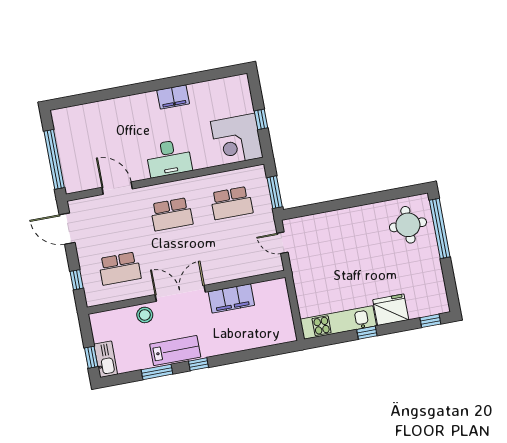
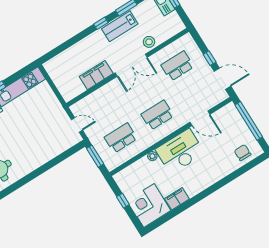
filing cabinet: (173, 97) -> (177, 199), moved
chair: (79, 121) -> (243, 153), added
corner desk: (237, 139) -> (149, 206), moved, turned -90
desk: (169, 158) -> (180, 151), width x1.36, depth x1.30
plant: (199, 163) -> (152, 156), added
window: (77, 280) -> (210, 58), moved

